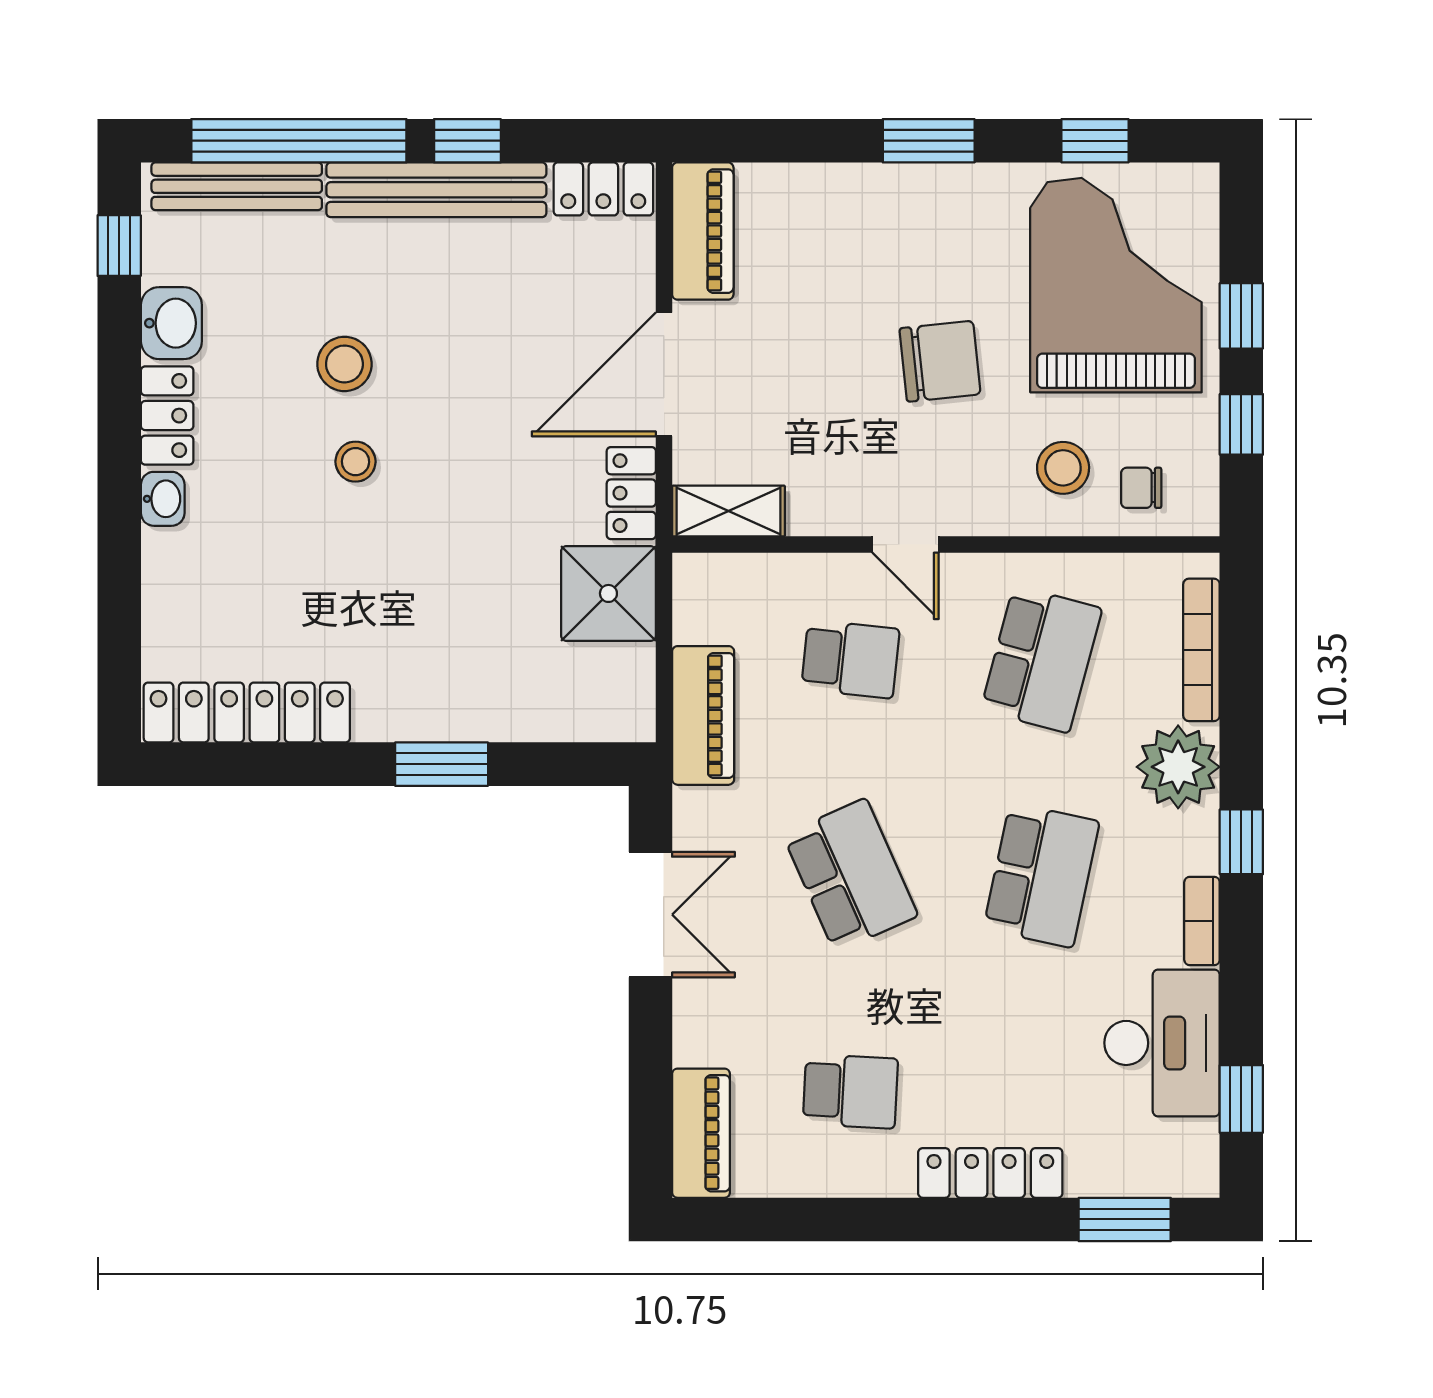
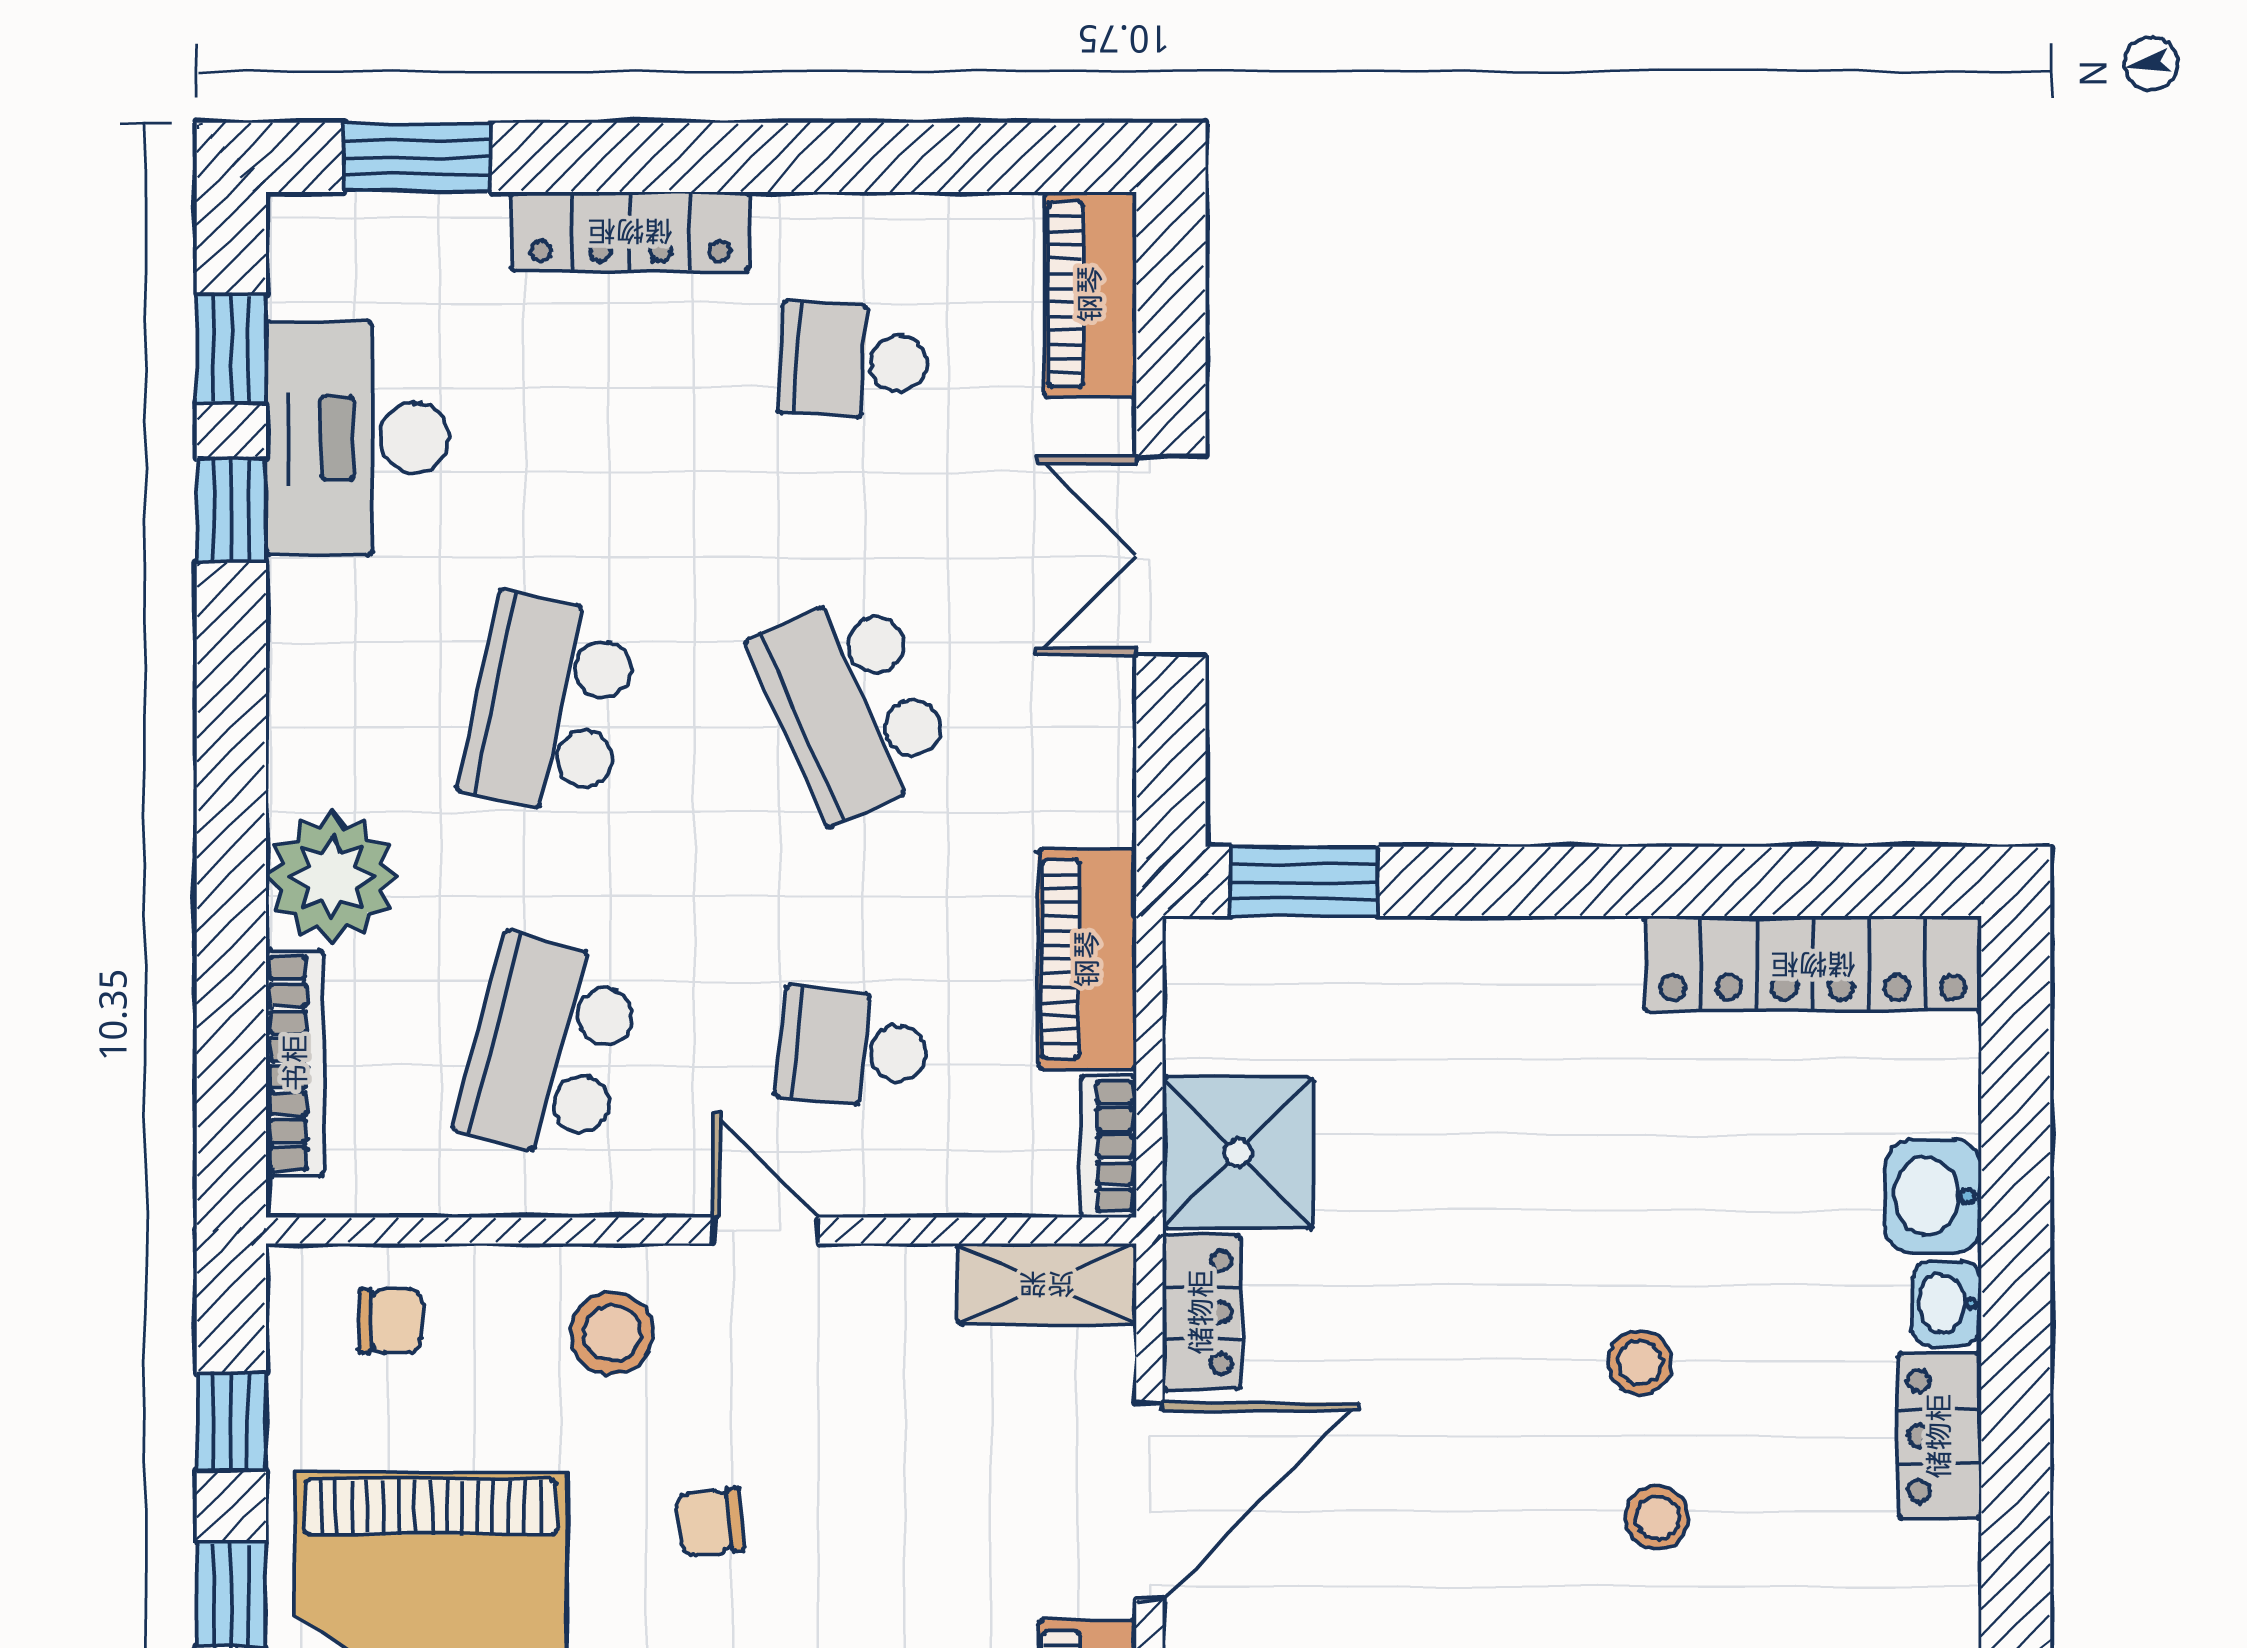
washbasin: (171, 323) -> (1933, 1196), moved
chair: (940, 361) -> (711, 1522), width x0.54, depth x0.54
stool: (344, 364) -> (1657, 1518), width x0.73, depth x0.73
stool: (1063, 468) -> (612, 1333), moved
window: (442, 764) -> (1304, 881), moved
window: (1241, 842) -> (231, 510), moved
double door: (650, 915) -> (1171, 556), moved
bookcase: (1202, 921) -> (1108, 1146), moved, turned 180

